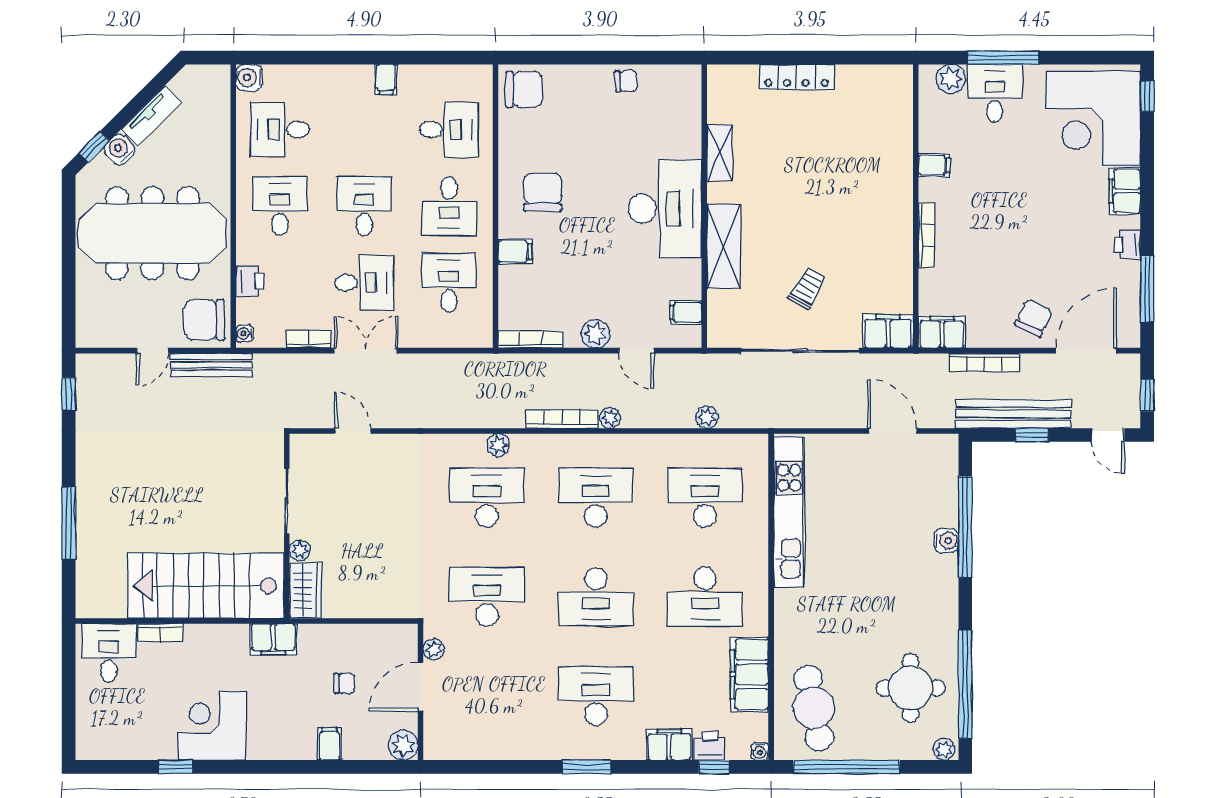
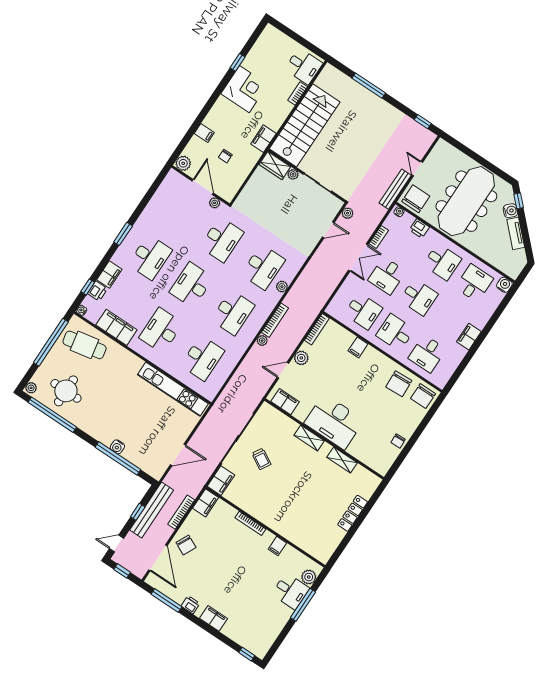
filing cabinet: (386, 79) -> (469, 337), width x2.00
corner desk: (1093, 118) -> (253, 625), removed
chair: (543, 192) -> (399, 384), moved, turned 87
shelving: (724, 246) -> (309, 438), width x0.67, depth x0.75
filing cabinet: (686, 312) -> (285, 402), width x2.00
plant: (707, 417) -> (348, 213), moved

